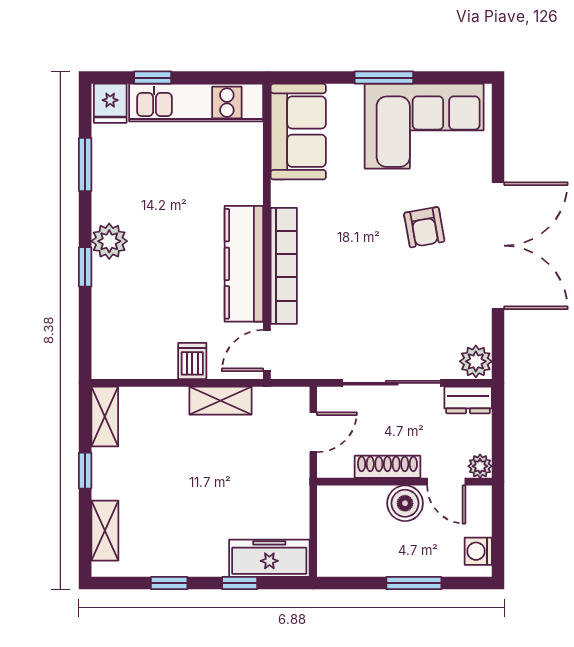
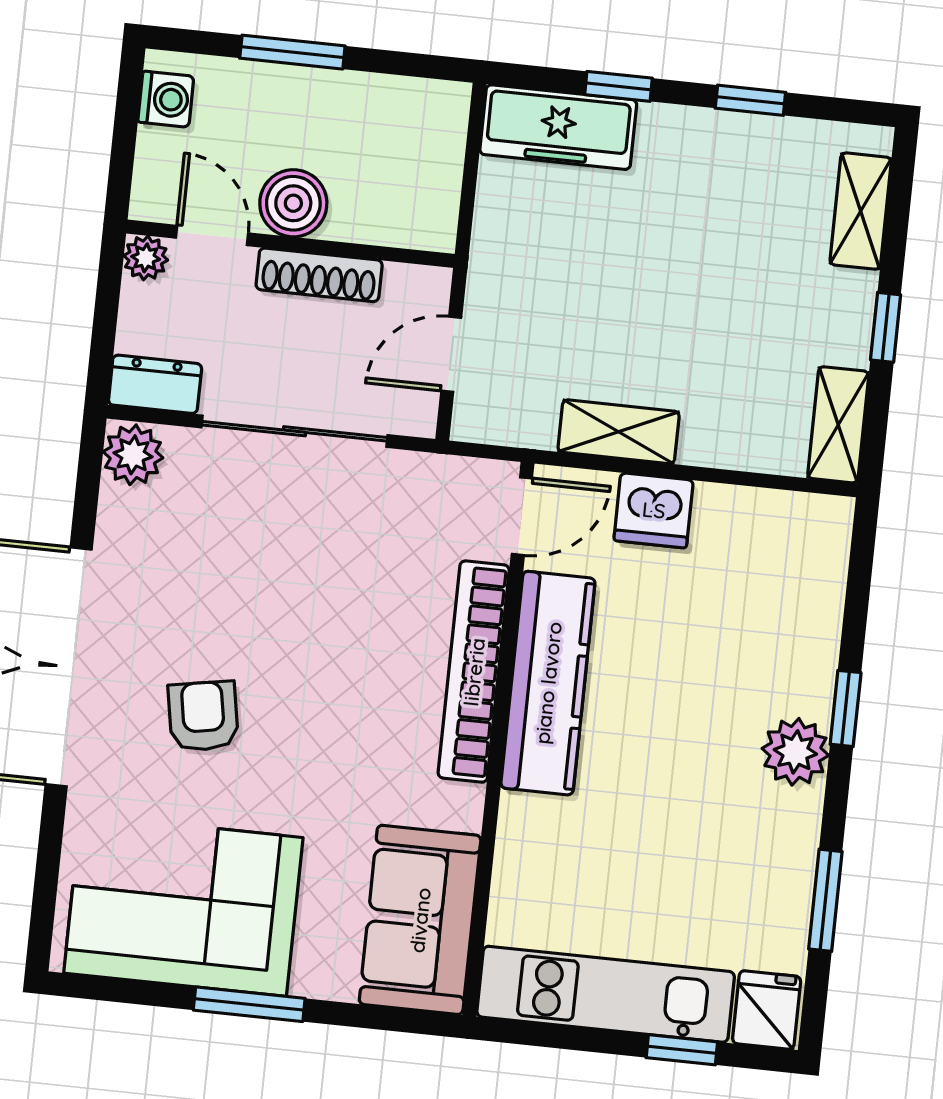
dishwasher: (192, 361) -> (654, 510), width x1.38

